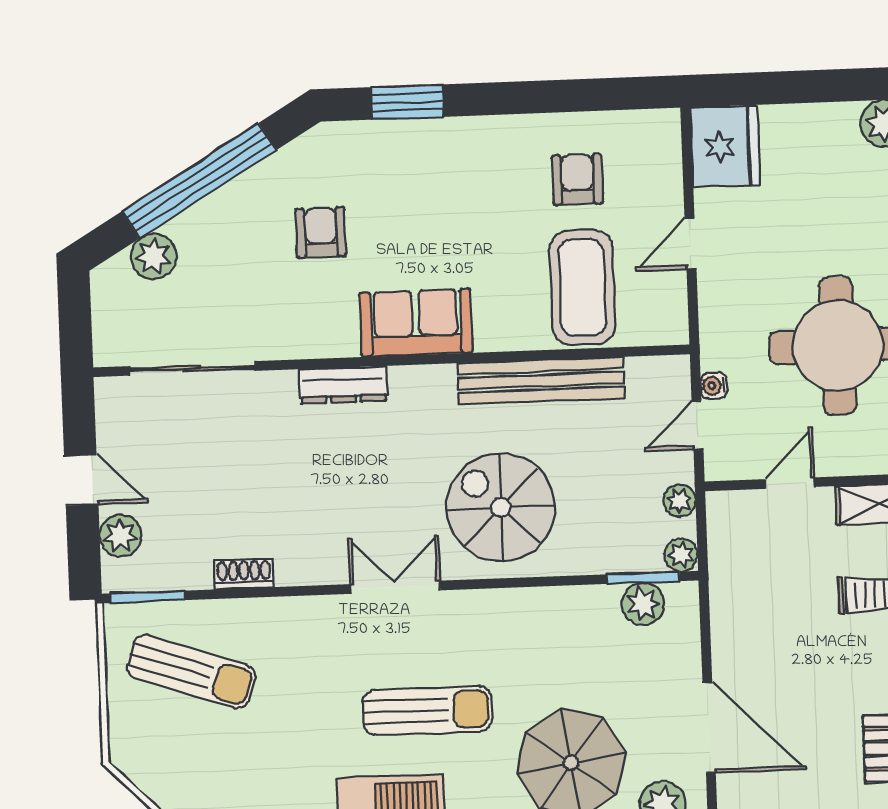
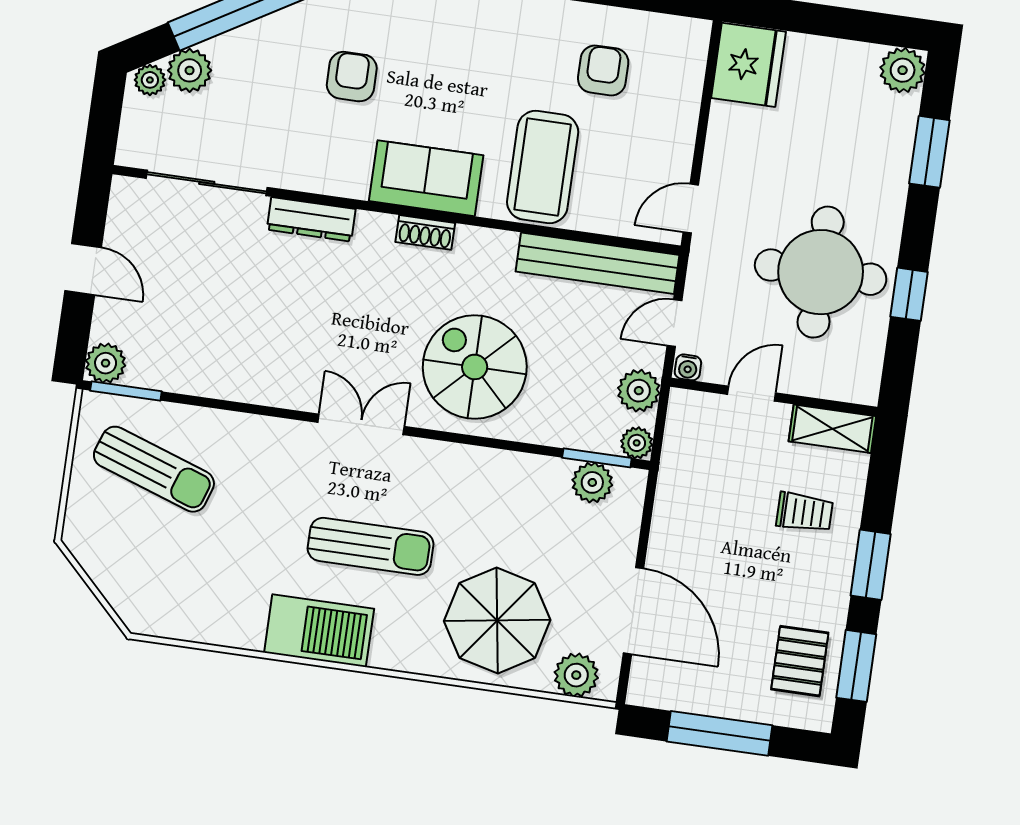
door: (691, 243) -> (691, 209), moved
plant: (115, 274) -> (150, 80), added
coffee table: (582, 287) -> (543, 167), moved
bench: (541, 381) -> (598, 263), moved
dresser: (343, 385) -> (311, 219), moved
water cooler: (714, 386) -> (688, 367), moved, turned -90
plant: (679, 501) -> (639, 391), width x1.38, depth x1.38
plant: (120, 536) -> (106, 363), moved
shoe rack: (244, 574) -> (425, 232), moved, turned 180

